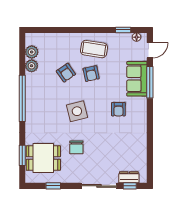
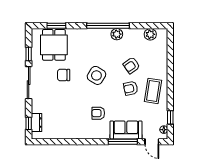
plant: (32, 66) -> (117, 34), moved
side table: (77, 111) -> (96, 75), turned 45
sliding door: (99, 186) -> (29, 83), moved

